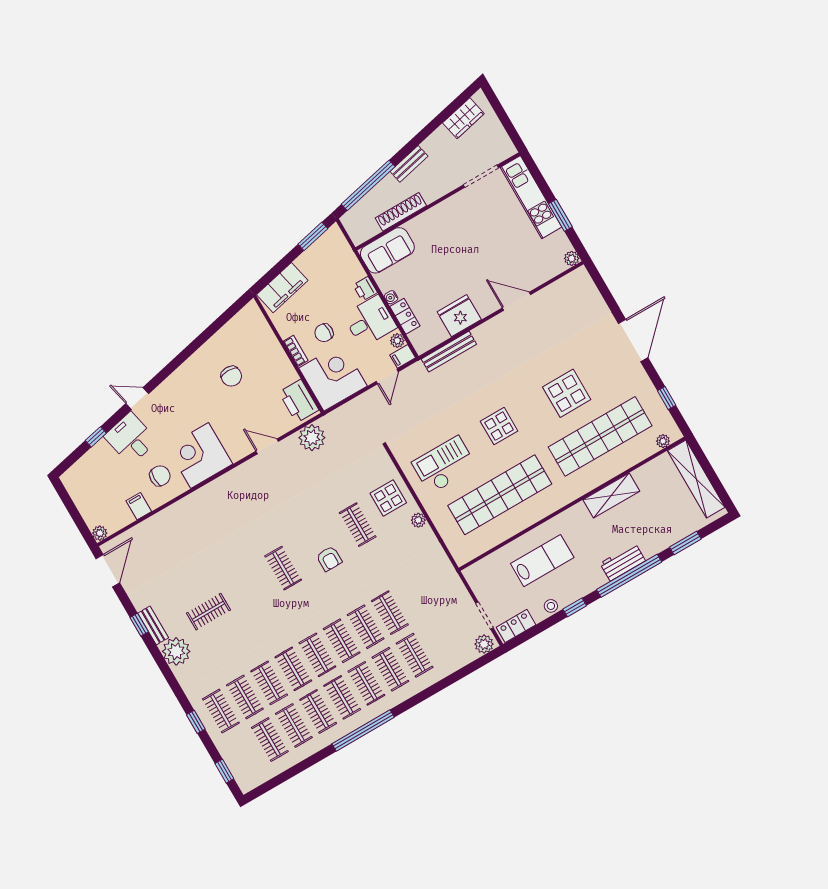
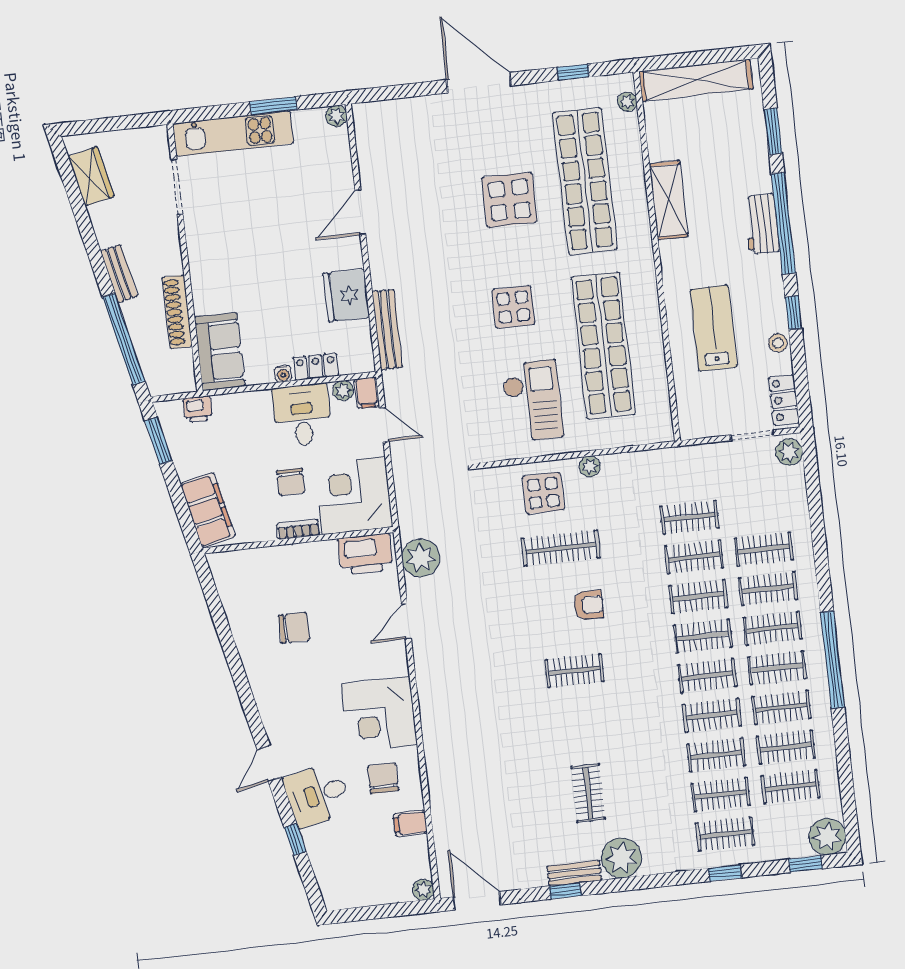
printer: (365, 289) -> (198, 409), moved
checkout: (444, 465) -> (532, 401), turned 180
clothes rail: (358, 525) -> (561, 548), width x1.36
clothes rail: (414, 599) -> (689, 517), added
plant: (248, 777) -> (827, 837), added

